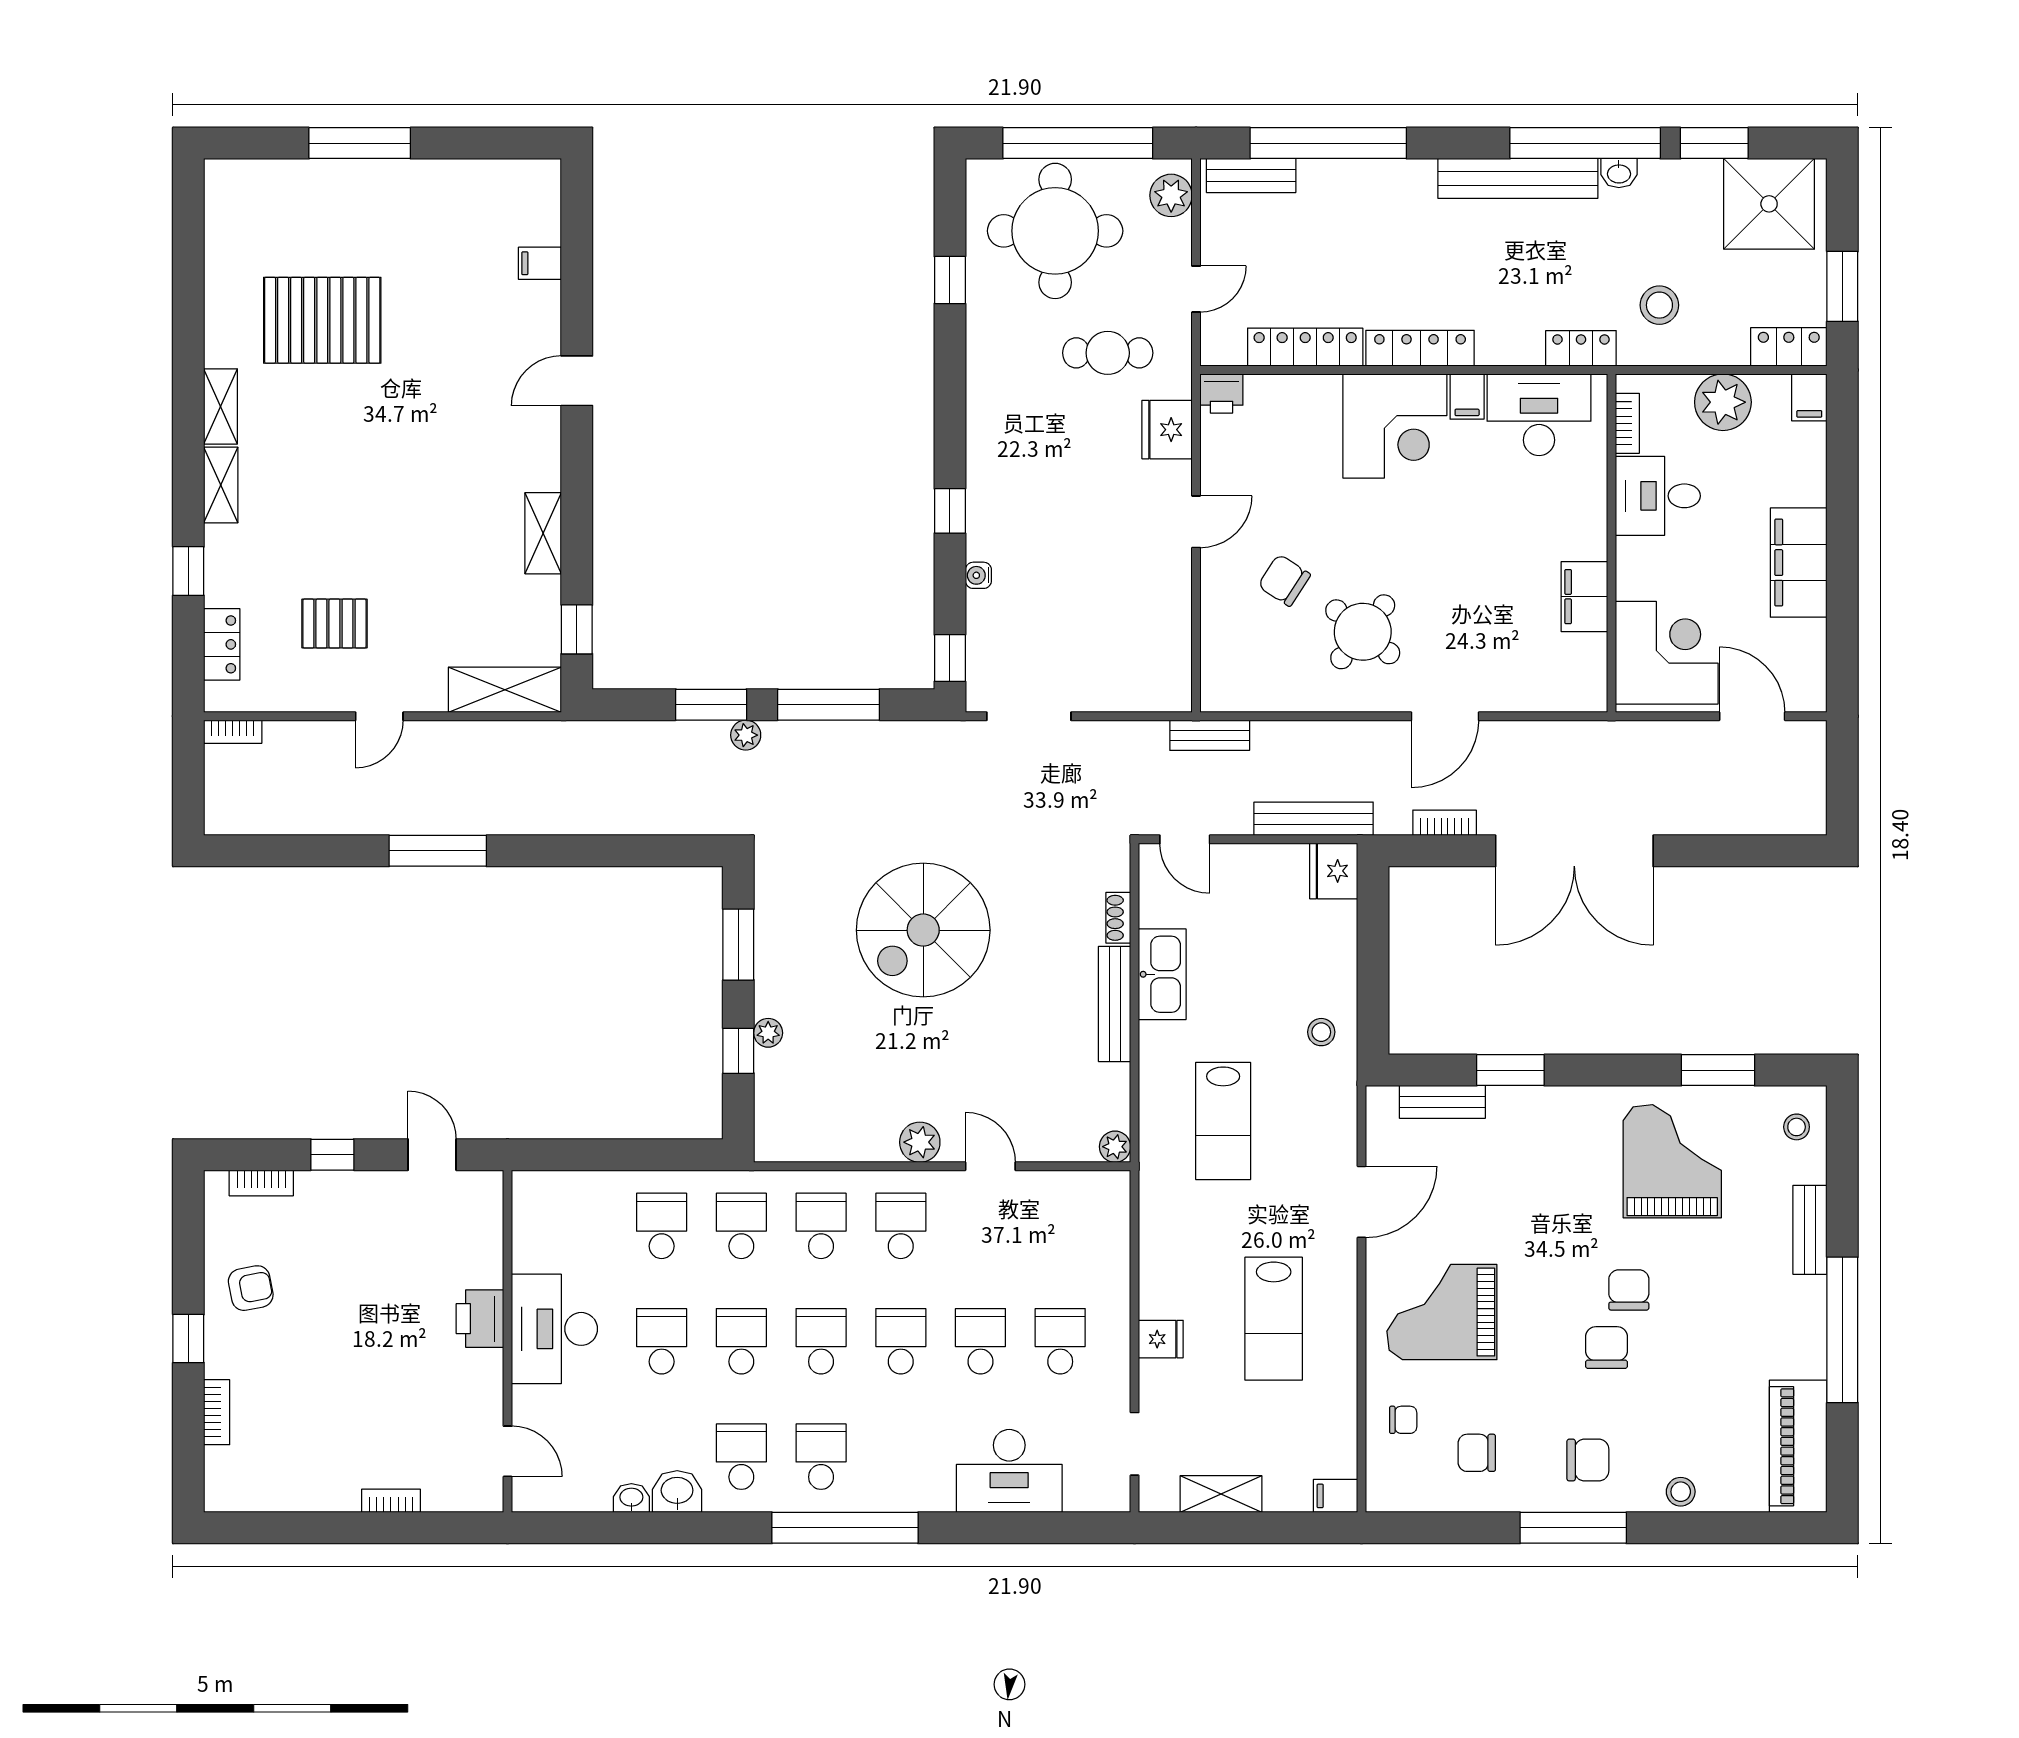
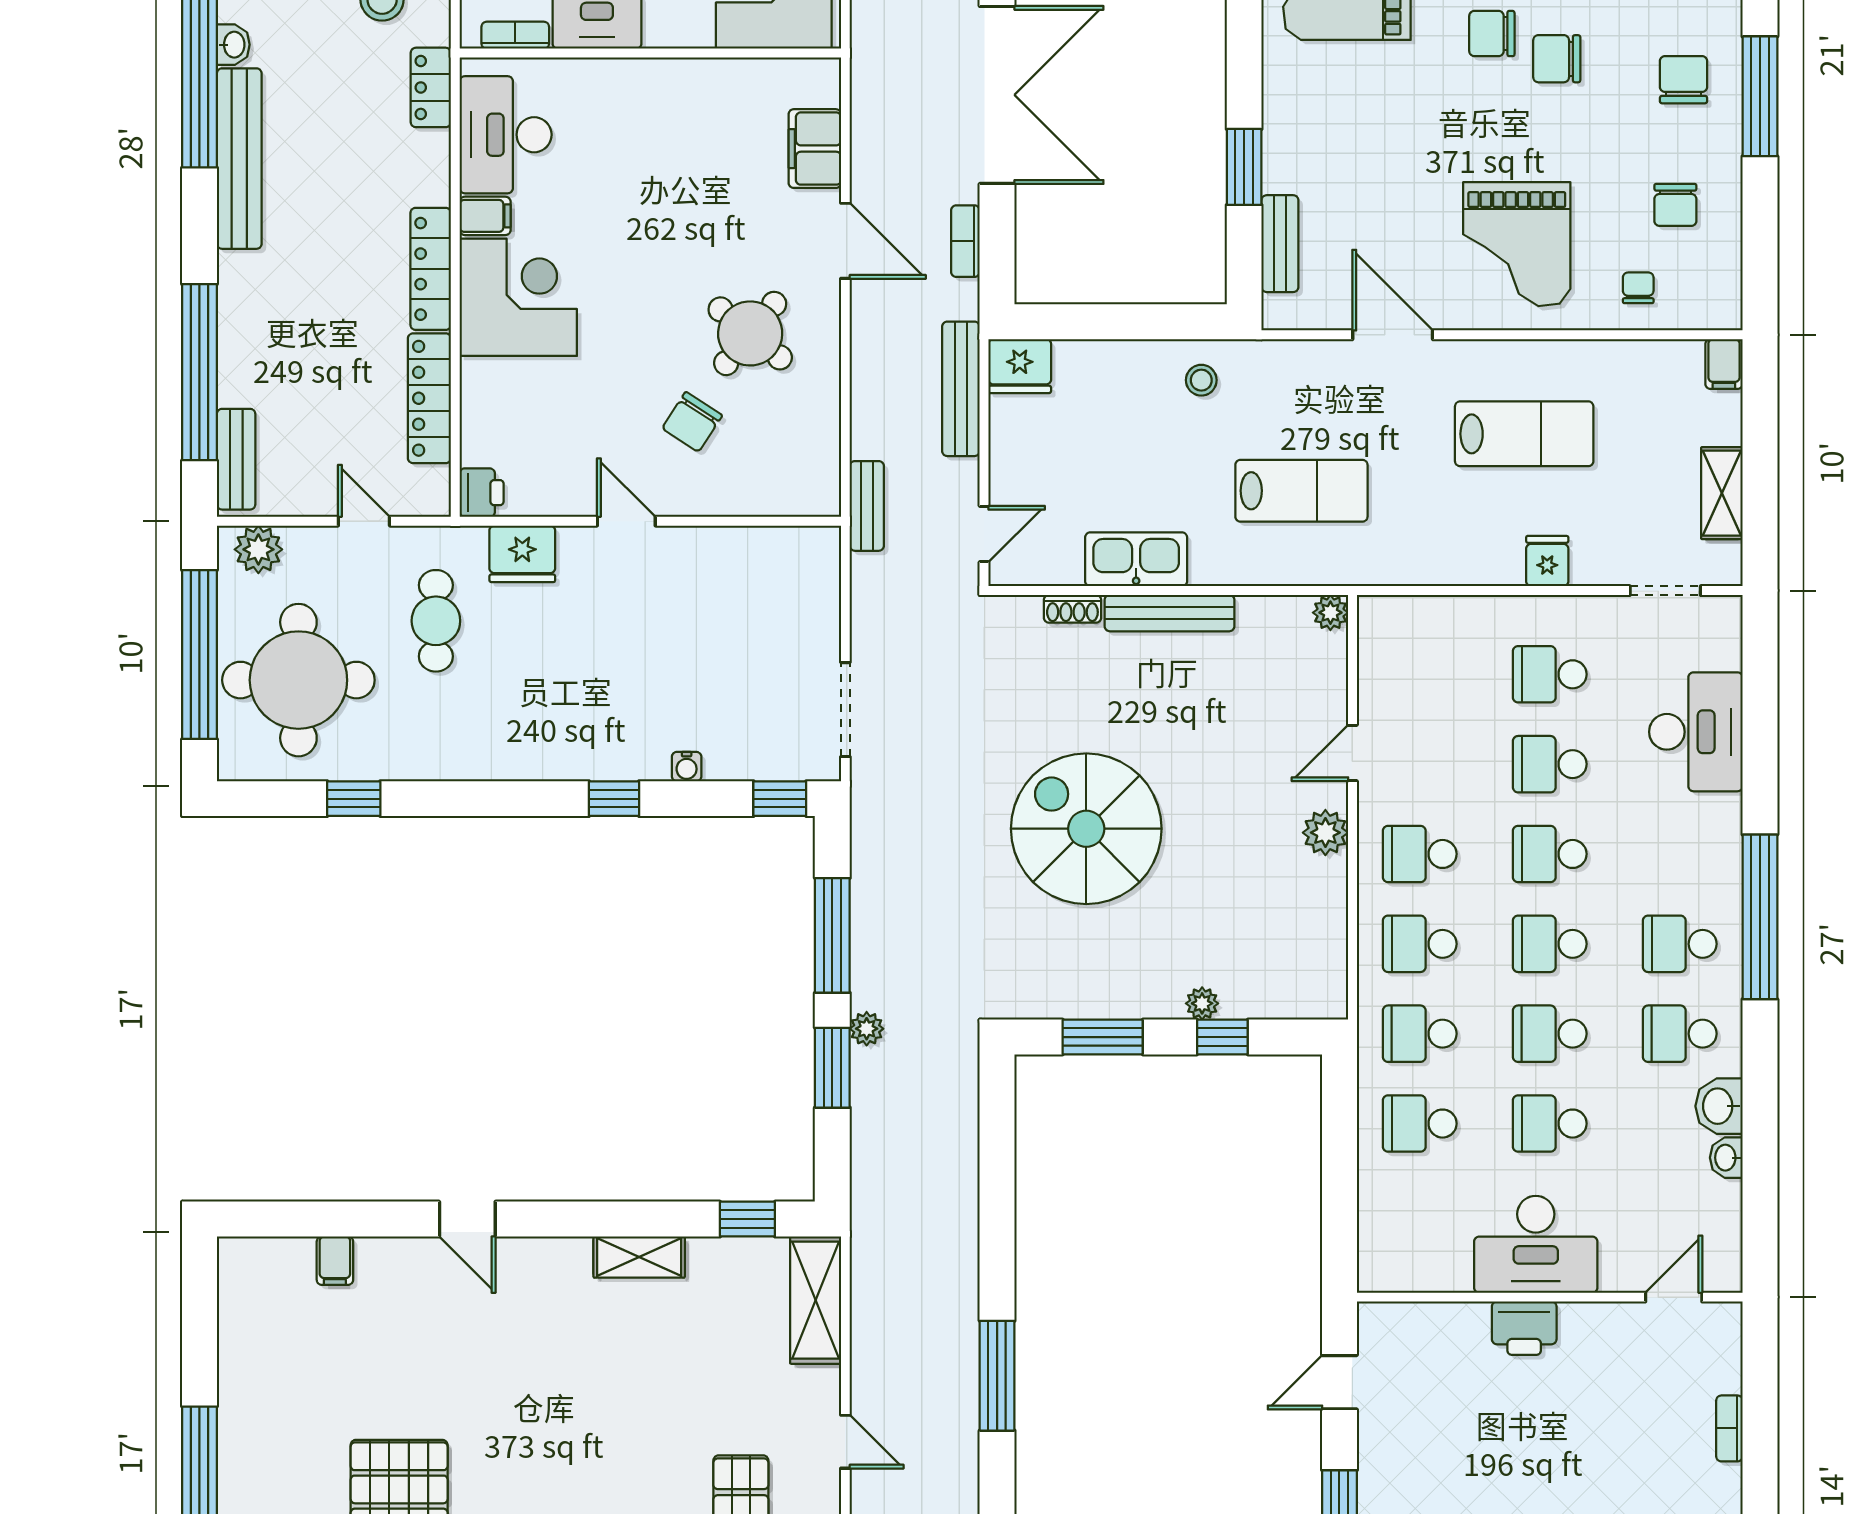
filing cabinet: (1584, 597) -> (815, 149), moved, turned 90
spiral stairs: (923, 930) -> (1086, 829), turned 180

